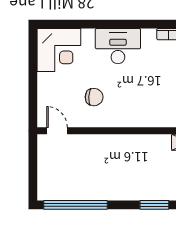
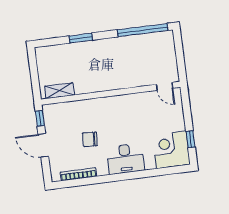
window: (33, 60) -> (190, 139), added
chair: (94, 97) -> (90, 139), moved

